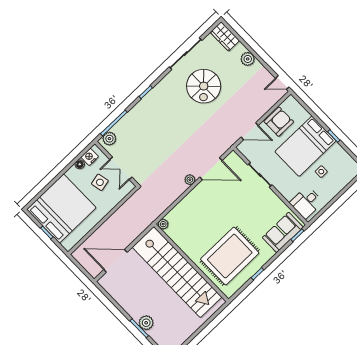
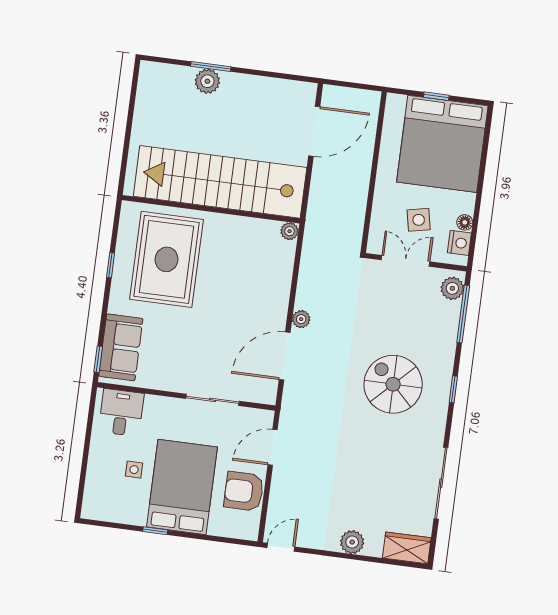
spiral stairs: (204, 86) -> (393, 384), moved
armchair: (279, 122) -> (244, 491), turned 90

